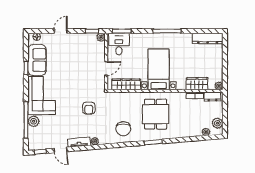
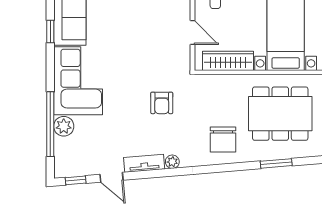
door: (106, 68) -> (192, 33), hinge flipped
dining table: (156, 114) -> (280, 114), width x1.38

